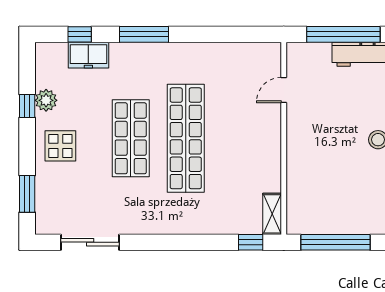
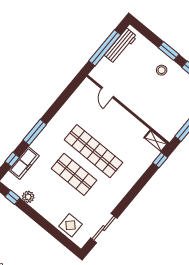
freezer: (88, 55) -> (24, 163), width x1.40
window: (27, 106) -> (12, 197), moved
display table: (60, 146) -> (70, 225), moved
window: (27, 194) -> (61, 238), removed

